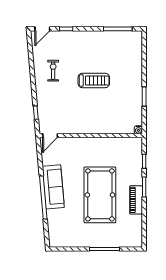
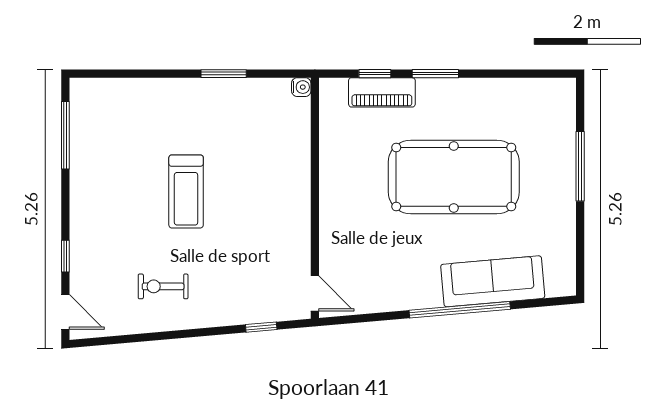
treadmill: (94, 80) -> (186, 191), turned 180
sofa: (53, 187) -> (493, 281), moved
piano: (136, 200) -> (382, 92), moved

